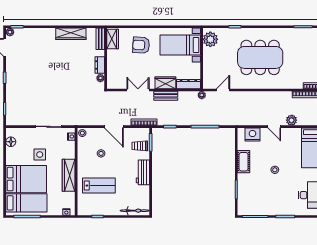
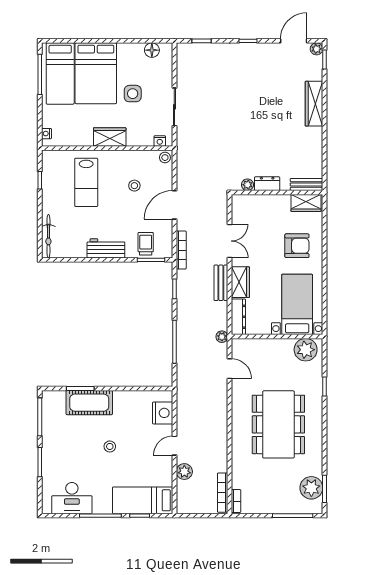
wardrobe: (71, 34) -> (314, 104), moved
plant: (302, 36) -> (311, 488), added
armchair: (141, 45) -> (297, 246), turned 87
cot: (244, 162) -> (89, 403), moved, width x1.37, depth x1.34
wardrobe: (69, 175) -> (110, 137), width x0.67

